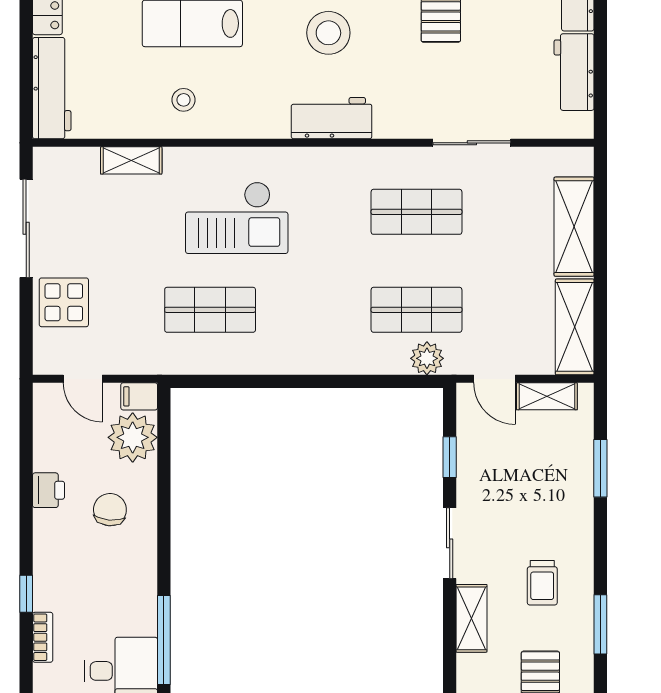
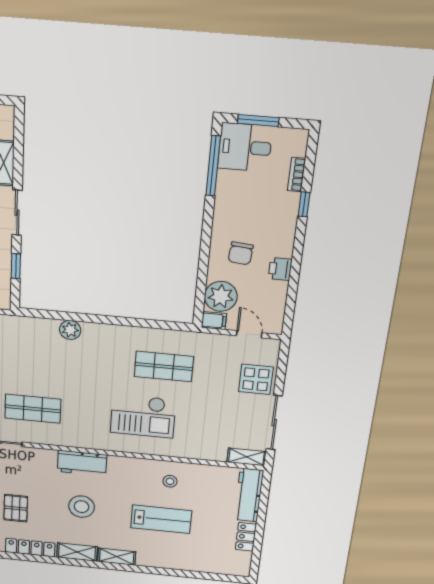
shelving: (131, 160) -> (246, 457), moved
checkout: (237, 218) -> (143, 416), turned 180
shop shelf: (416, 310) -> (35, 355), removed
plant: (427, 358) -> (70, 330), moved

